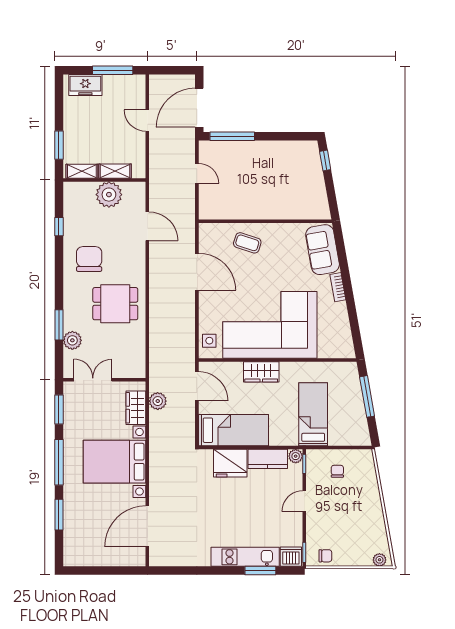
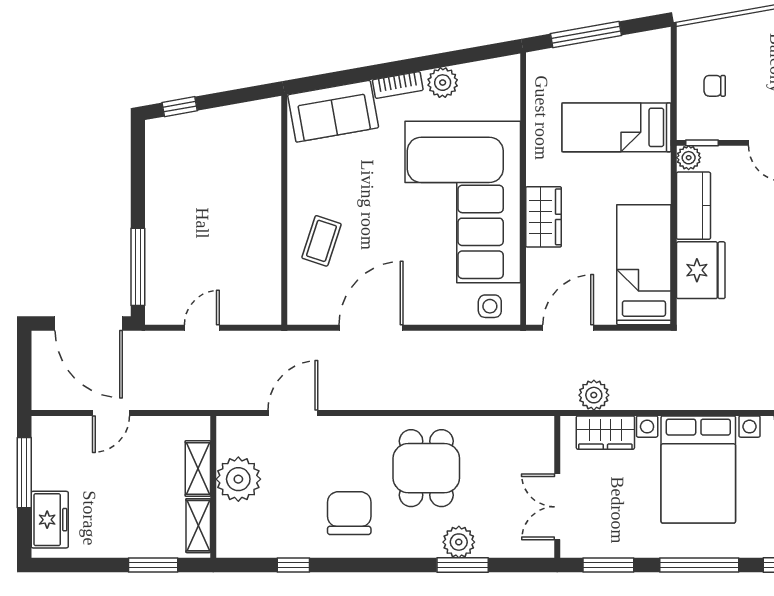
chair: (89, 259) -> (349, 513), turned 90
plant: (339, 313) -> (443, 83), added
plant: (72, 340) -> (459, 542), moved

